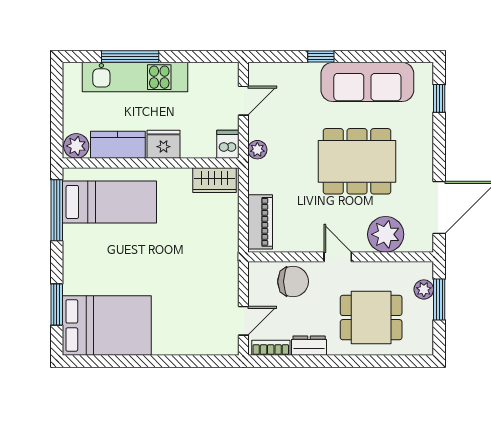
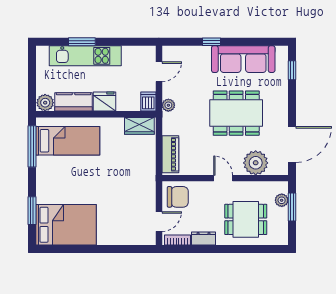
window: (130, 56) -> (82, 42), width x0.69
chair: (293, 282) -> (178, 197), moved

